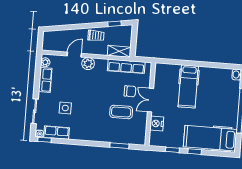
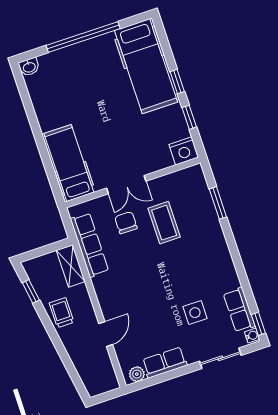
door: (74, 55) -> (106, 334), swing flipped
plant: (88, 64) -> (110, 306), removed
hospital bed: (188, 86) -> (69, 163), moved, turned -90
nightstand: (157, 124) -> (184, 151), moved

